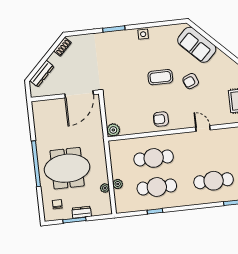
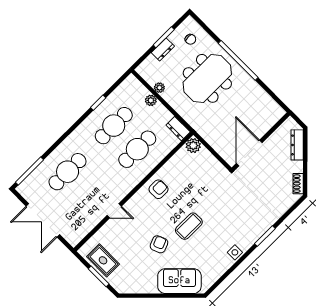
dresser: (114, 150) -> (178, 129), added

